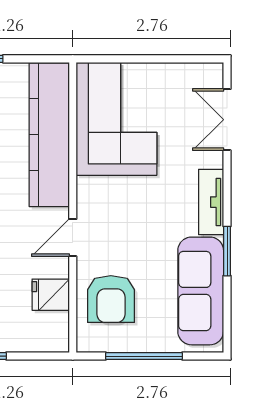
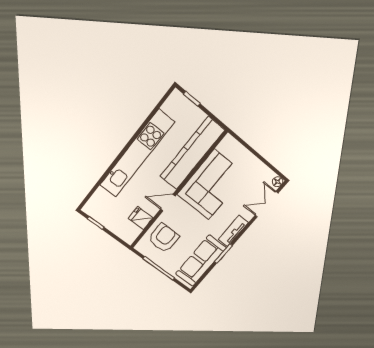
floor lamp: (214, 72) -> (278, 182), added
corner sofa: (116, 119) -> (211, 185), moved
armchair: (111, 299) -> (164, 238), turned 180

